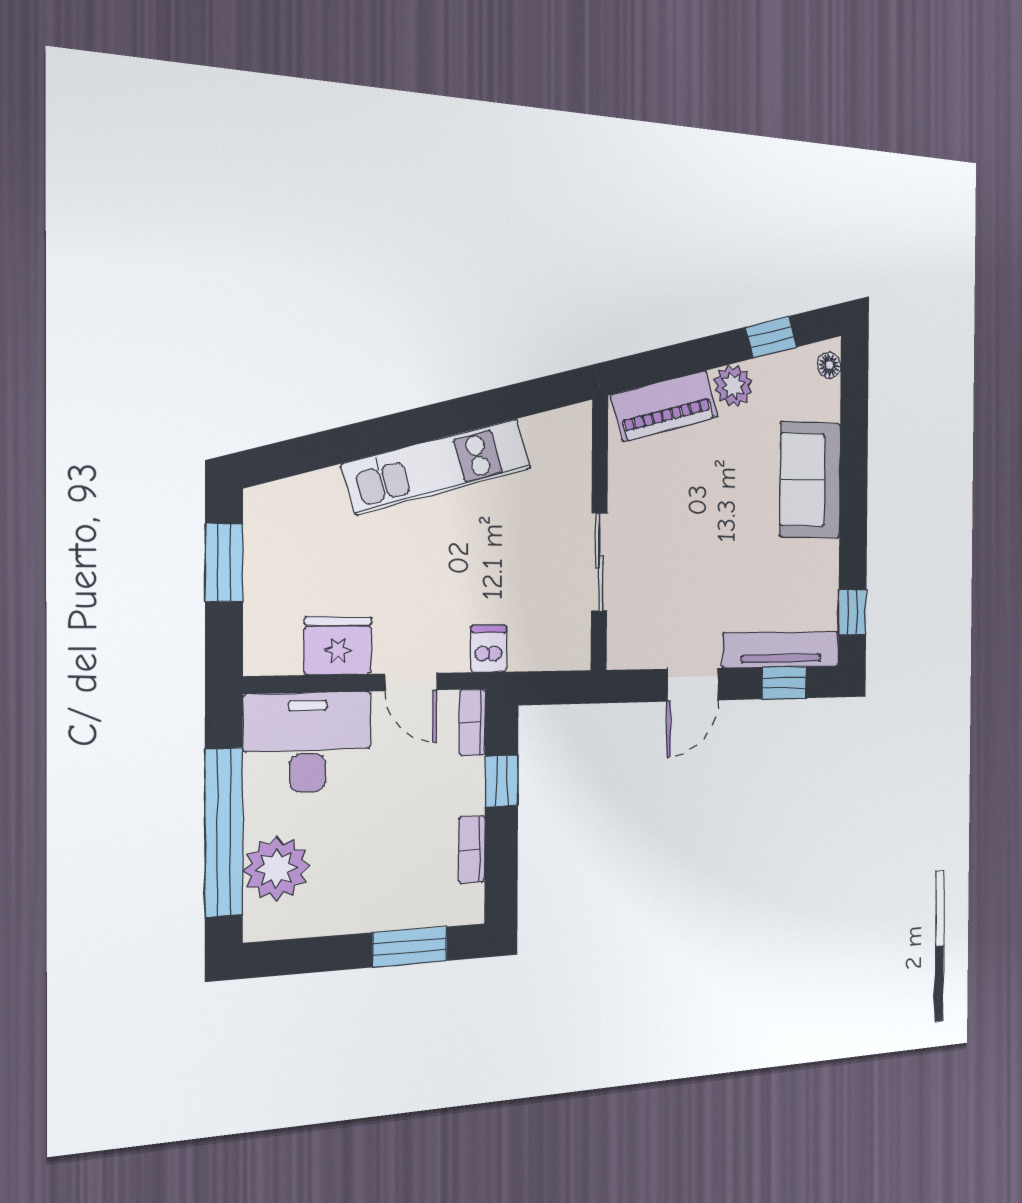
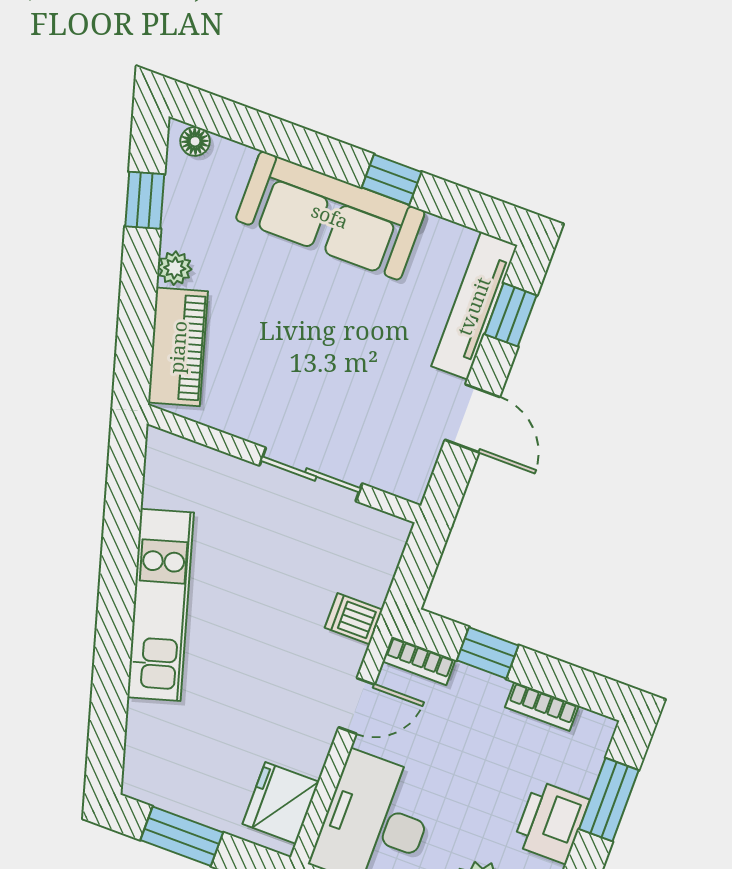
plant: (733, 386) -> (175, 268), width x0.73, depth x0.73
sofa: (810, 480) -> (330, 216), width x1.36
window: (852, 612) -> (392, 180), moved
fridge: (338, 646) -> (281, 803), moved
printer: (369, 904) -> (551, 822), added

